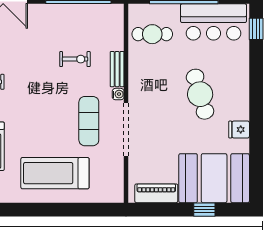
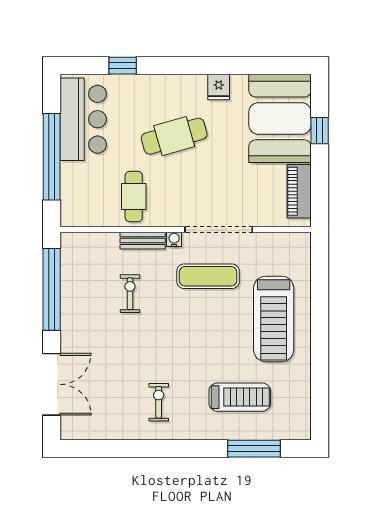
window: (256, 29) -> (123, 66), moved
cafe table: (152, 34) -> (134, 197), moved

